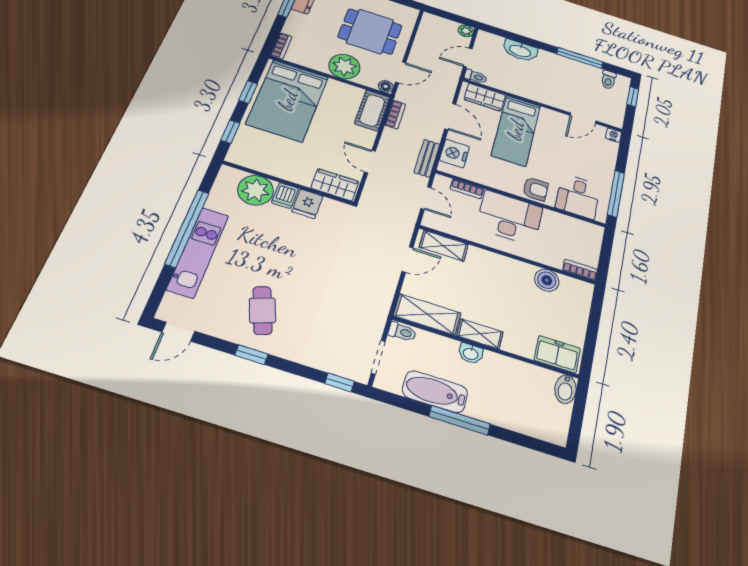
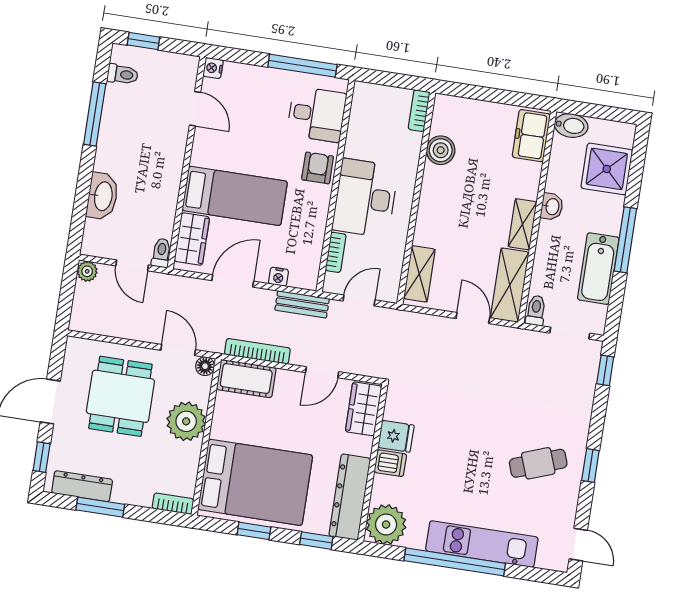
bookcase: (395, 115) -> (257, 351), width x1.56
nightstand: (455, 153) -> (278, 277), width x0.53, depth x0.56
dresser: (262, 161) -> (350, 497), added
plant: (256, 190) -> (386, 524), moved
door: (407, 260) -> (473, 318), moved
washbasin: (471, 353) -> (552, 207), moved
shower: (526, 414) -> (607, 169), added

